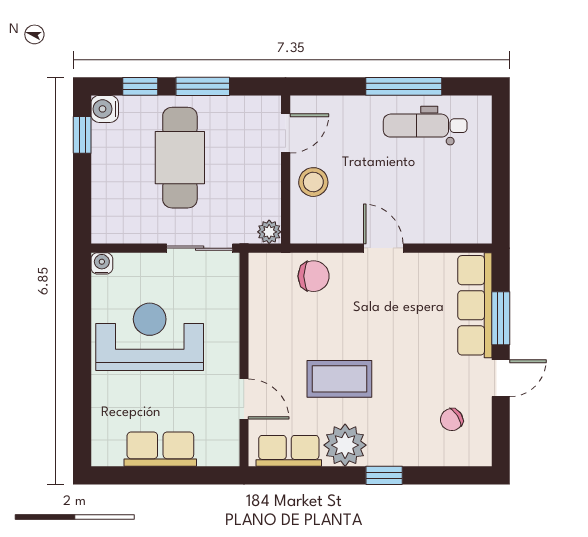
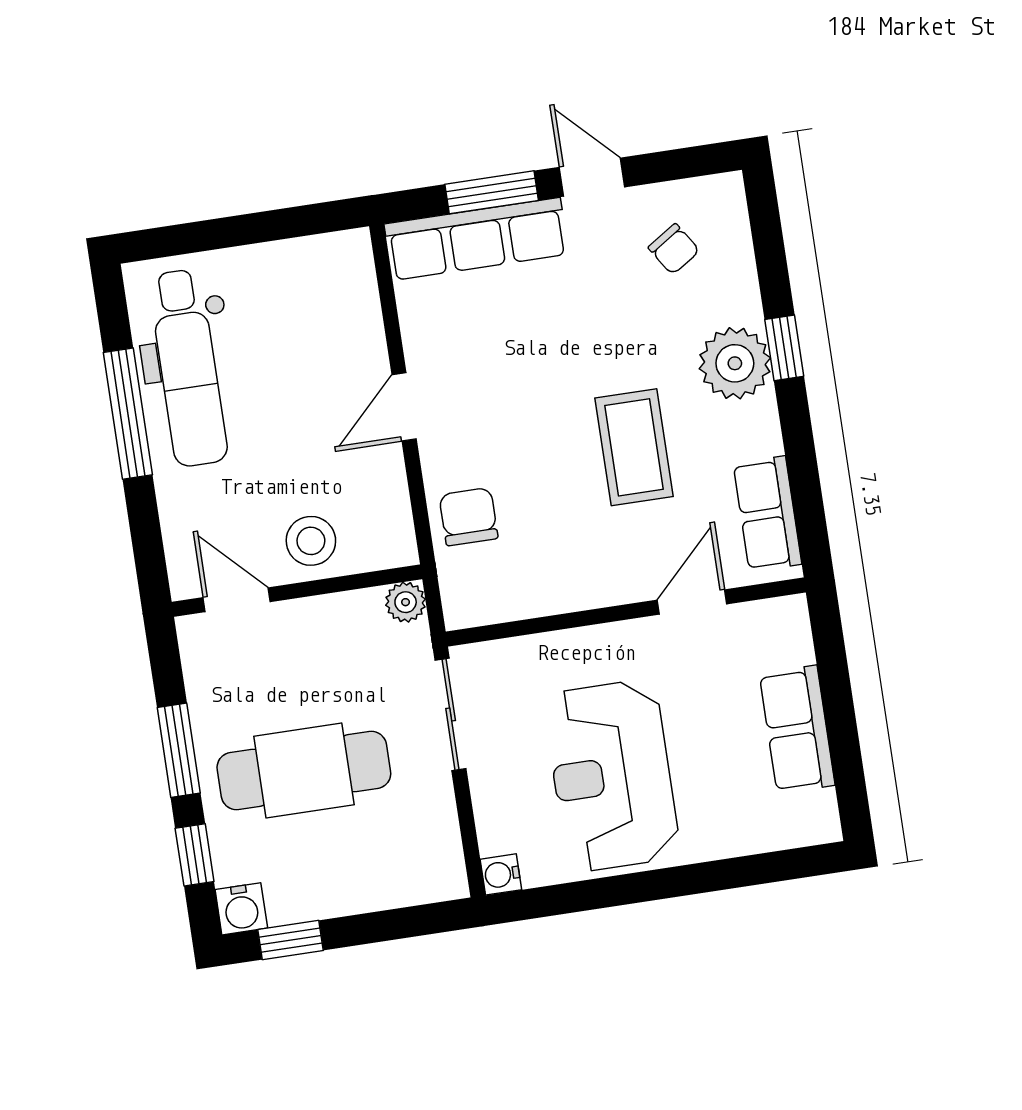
dental chair: (425, 126) -> (188, 368), width x1.36, depth x1.38
plant: (345, 445) -> (735, 363), moved

